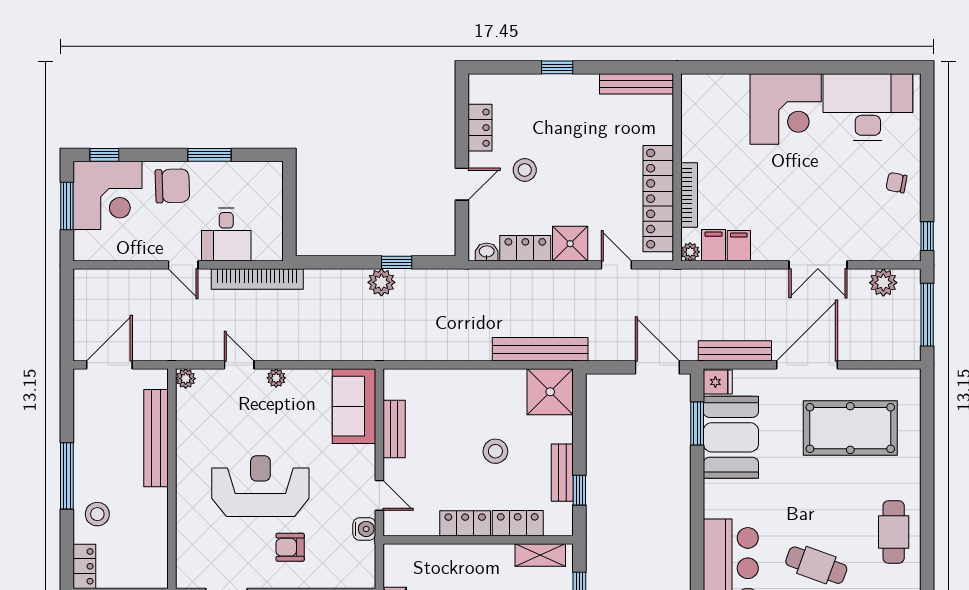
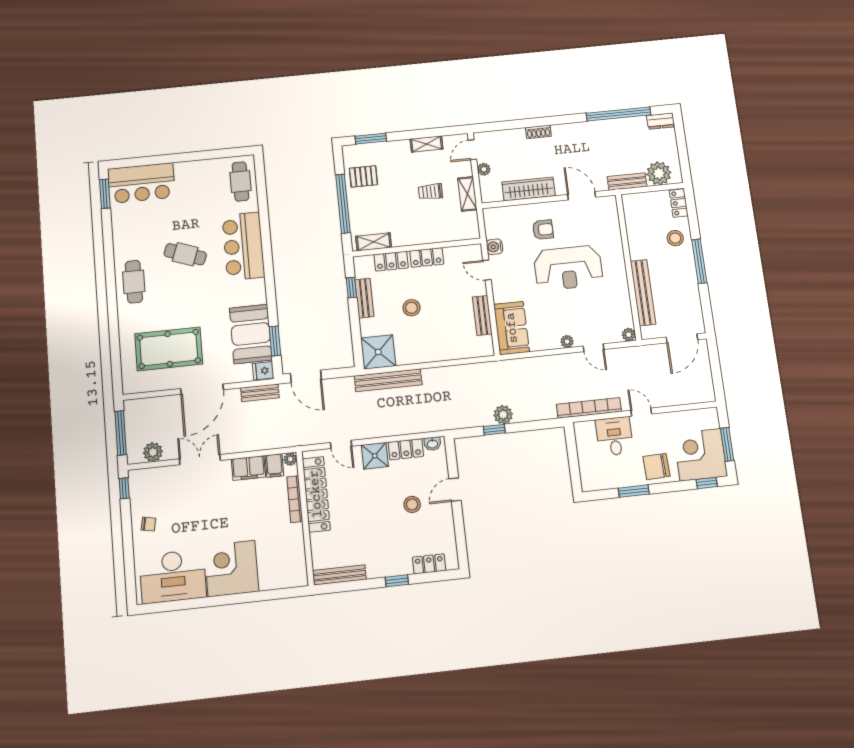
locker: (480, 128) -> (429, 564), moved, turned 90
filing cabinet: (739, 246) -> (248, 468), width x2.00
bench: (735, 351) -> (260, 393), width x0.73

